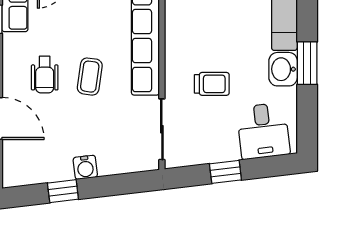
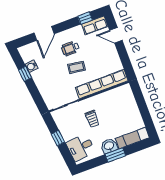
water cooler: (85, 167) -> (32, 66), moved

